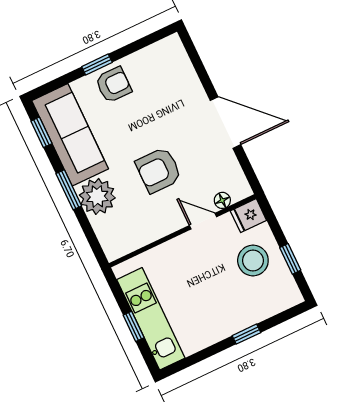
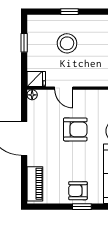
piano: (179, 65) -> (35, 184), added
floor lamp: (222, 200) -> (32, 95), moved
stool: (253, 260) -> (67, 43), moved

